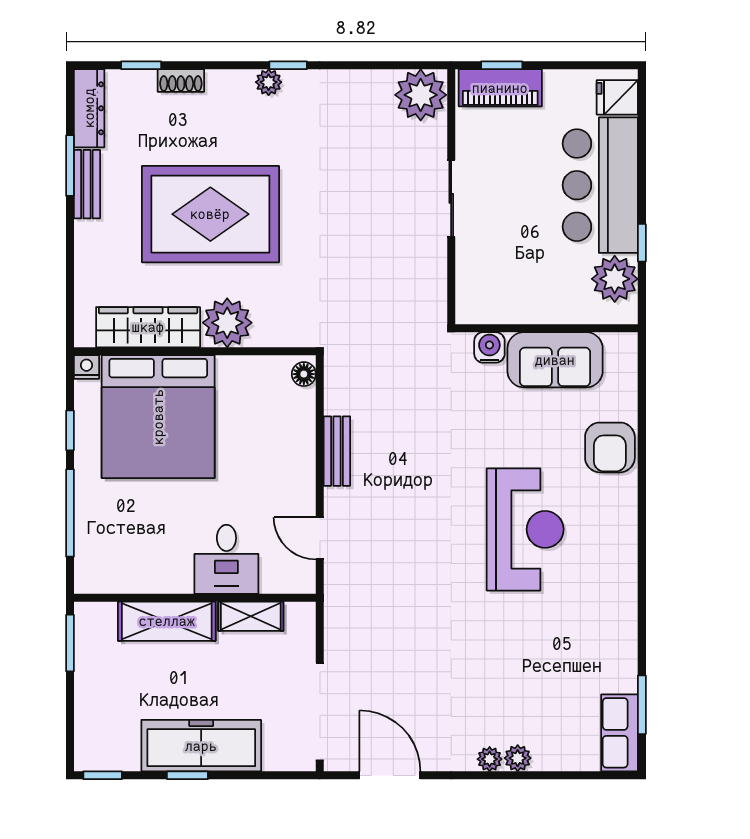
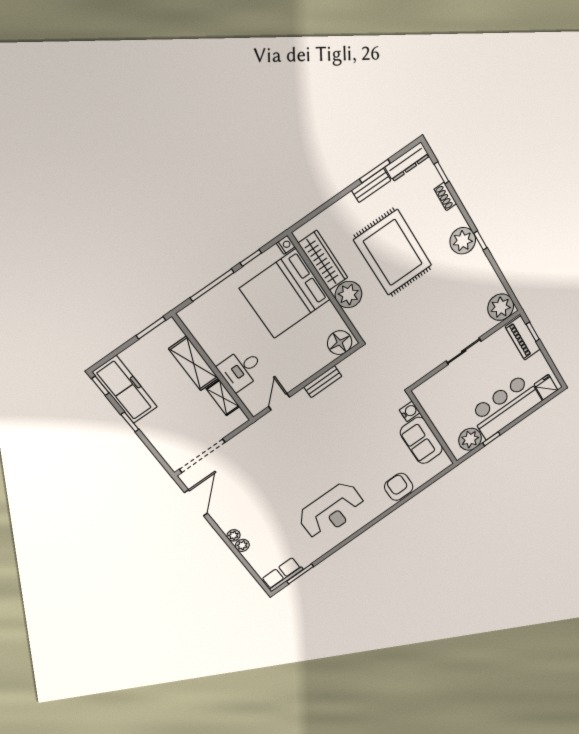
plant: (269, 82) -> (463, 241), width x1.88, depth x1.88
floor lamp: (304, 374) -> (340, 343), width x1.89, depth x1.89
armchair: (610, 447) -> (399, 487), turned 90
reception desk: (525, 529) -> (331, 511), moved
freezer: (201, 746) -> (125, 390), moved

